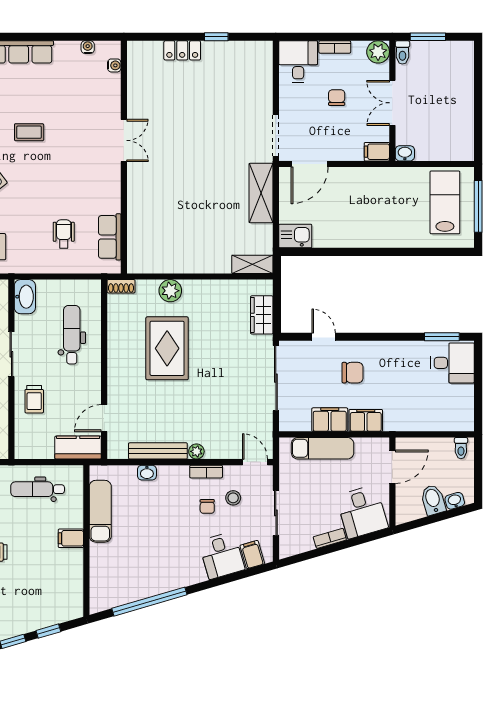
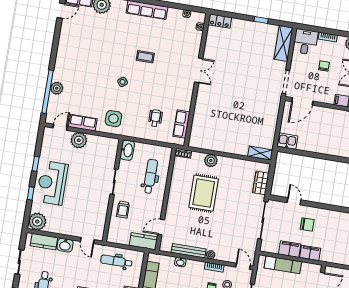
locker: (182, 50) -> (220, 21), moved
shelving: (261, 193) -> (283, 43), moved

